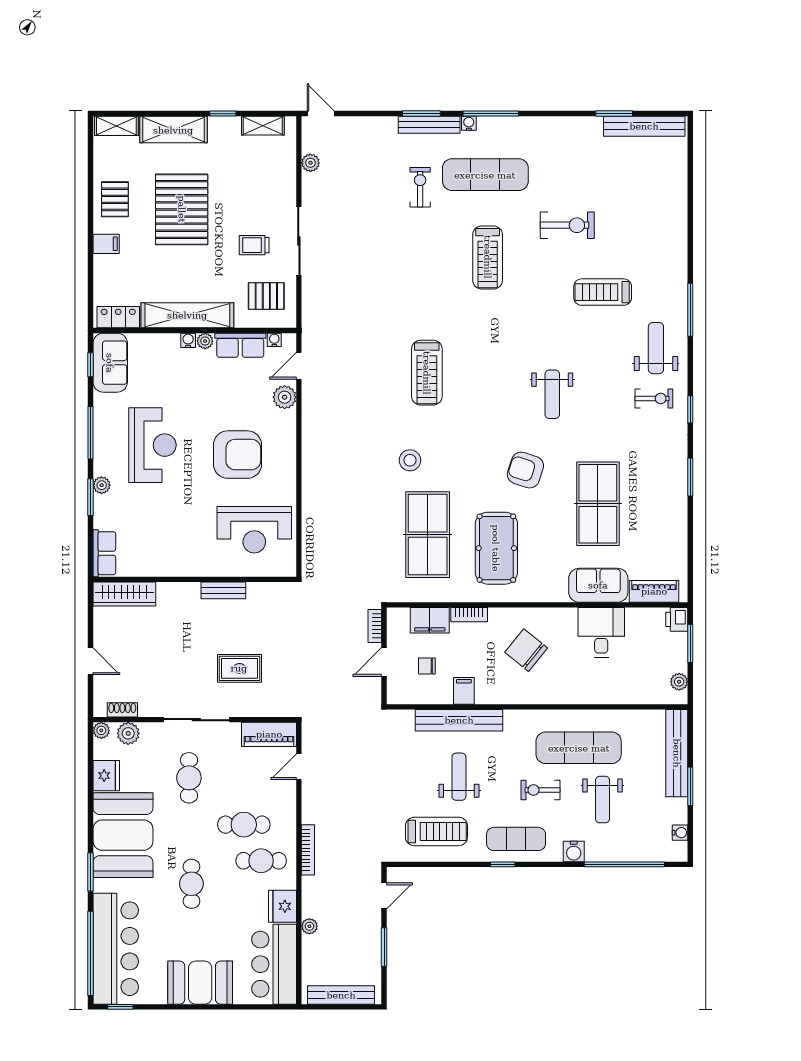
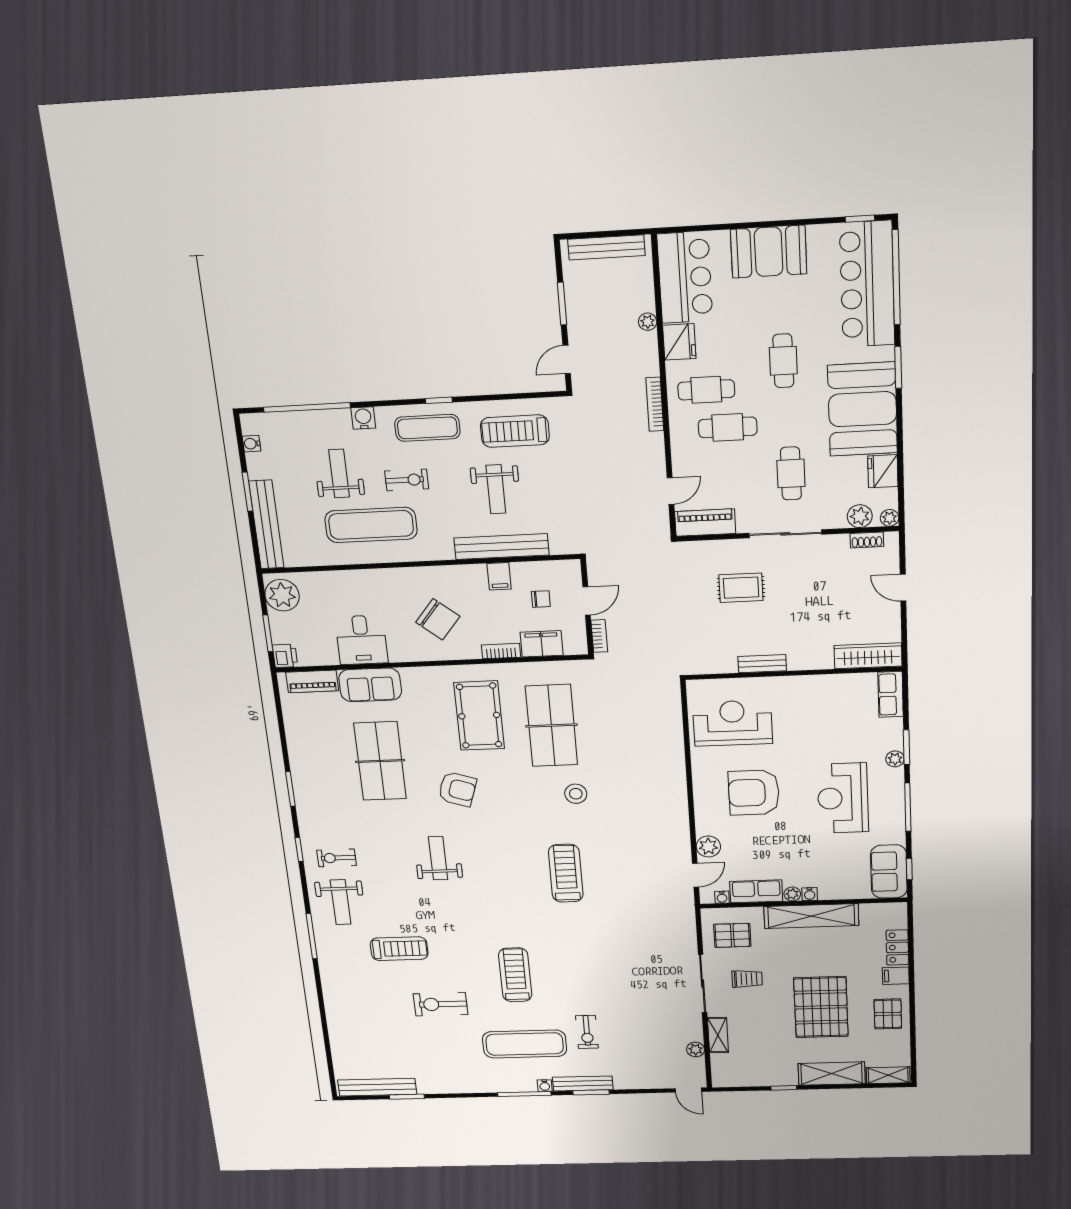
shelving: (263, 126) -> (718, 1035), moved, turned 90
locker: (118, 317) -> (897, 947), moved, turned 90
plant: (679, 682) -> (282, 595), width x1.88, depth x1.88

